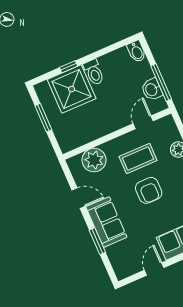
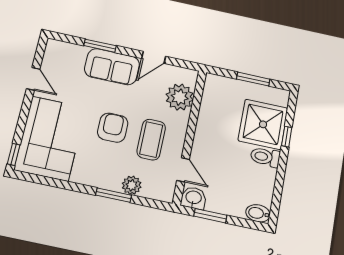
window: (161, 83) -> (210, 216), width x0.69
washbasin: (152, 89) -> (193, 198), moved
armchair: (149, 190) -> (113, 128), turned 90

